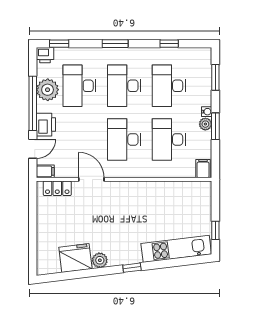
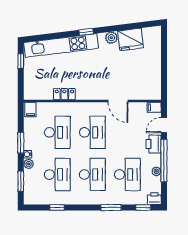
window: (115, 44) -> (111, 208), moved
plant: (48, 90) -> (156, 171), width x0.53, depth x0.53
plant: (205, 124) -> (29, 164), moved
locker: (57, 188) -> (64, 94), moved
kitchen unit: (176, 249) -> (61, 45), width x1.36

